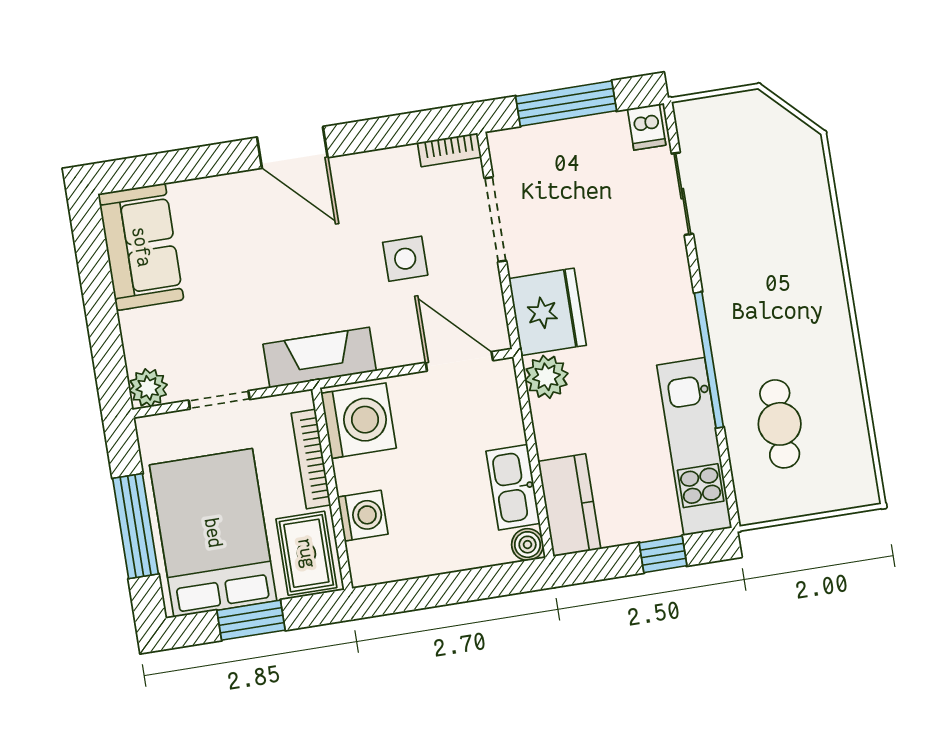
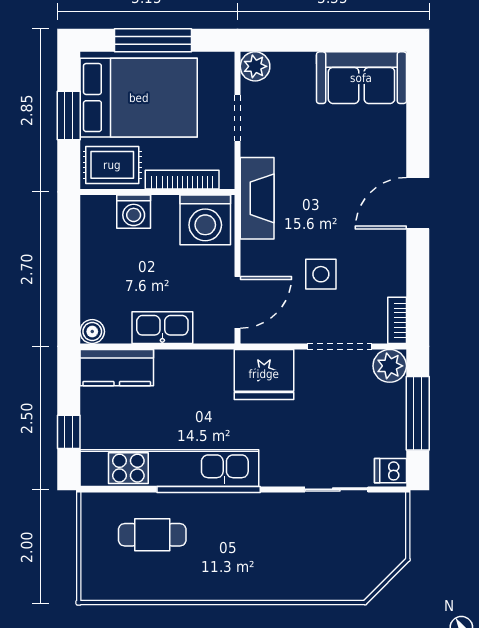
plant: (546, 377) -> (390, 366), moved
kitchen unit: (694, 446) -> (169, 468), width x1.36
kitchen sink: (513, 487) -> (162, 328), moved

